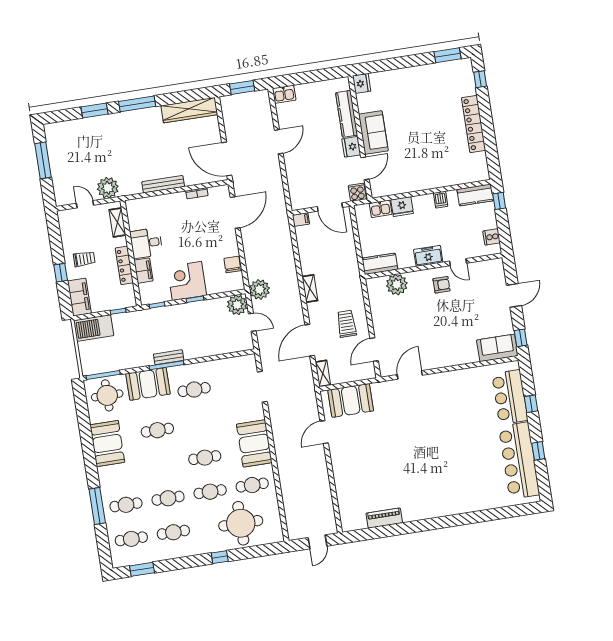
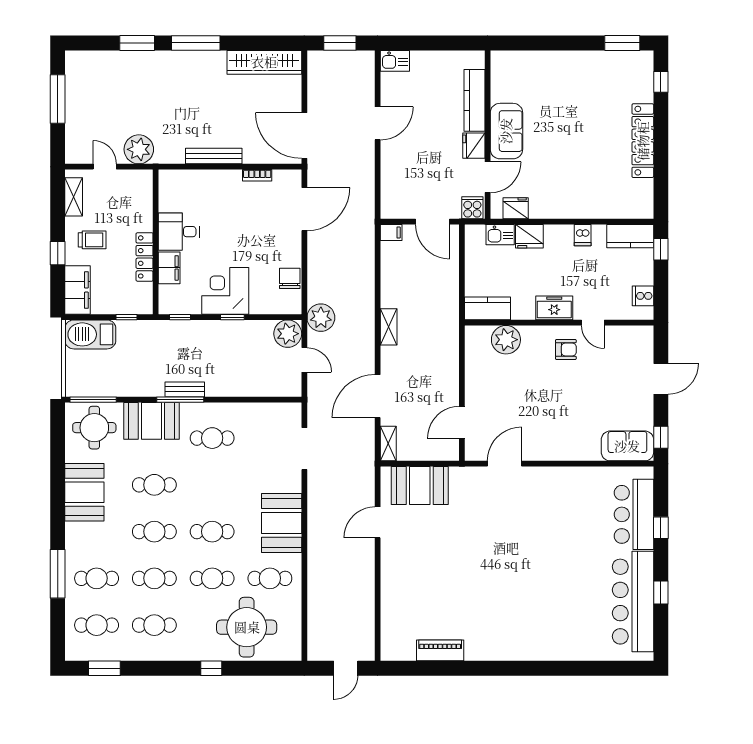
fridge: (362, 83) -> (516, 208), moved, turned -90
shelving: (117, 222) -> (74, 197), moved
trolley: (347, 324) -> (430, 382), removed
cafe table: (163, 464) -> (154, 532), added

